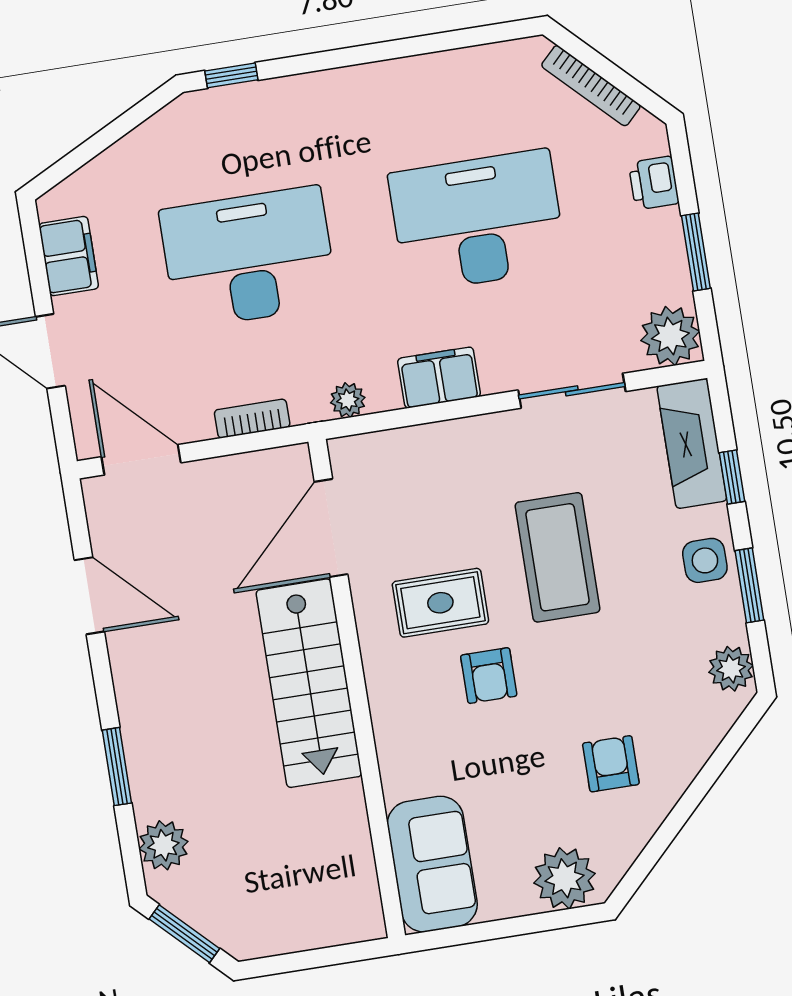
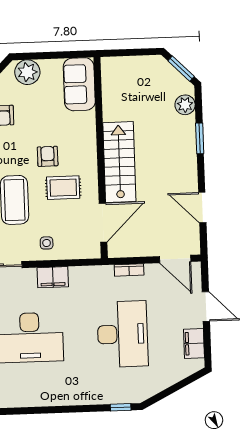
desk: (249, 258) -> (123, 334), turned -90
plant: (348, 400) -> (90, 273), removed
side table: (465, 460) -> (47, 243), added

